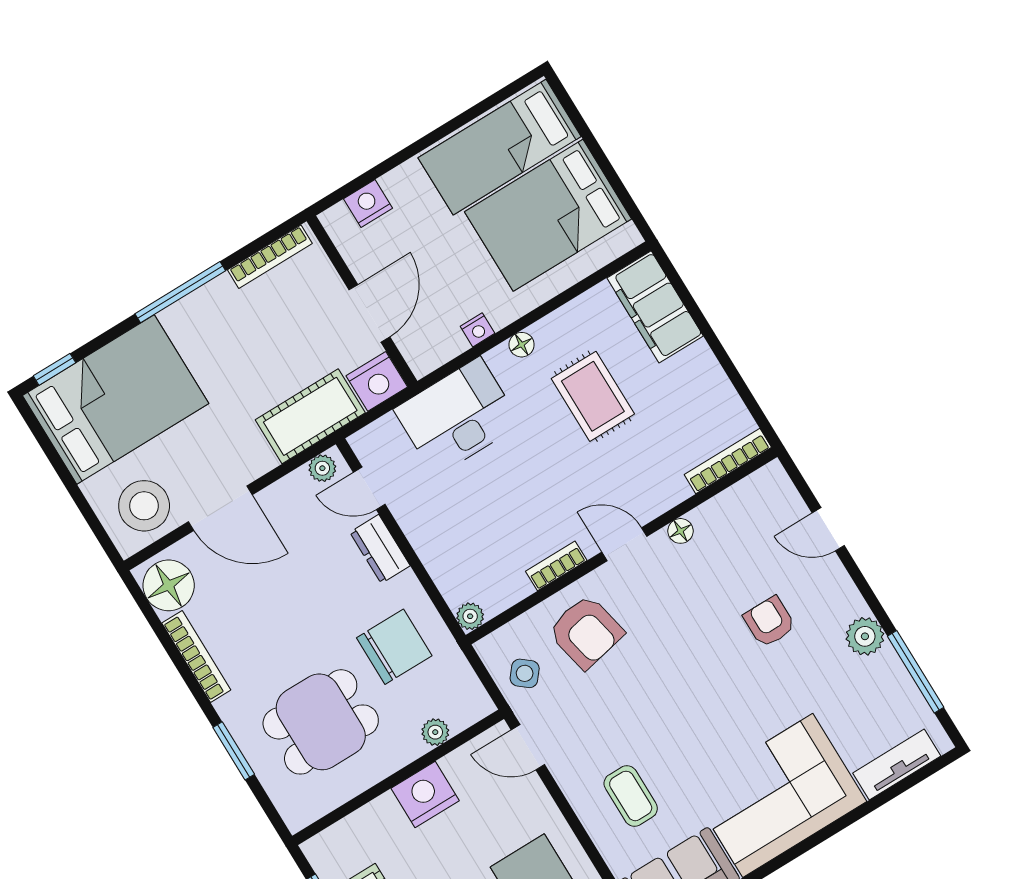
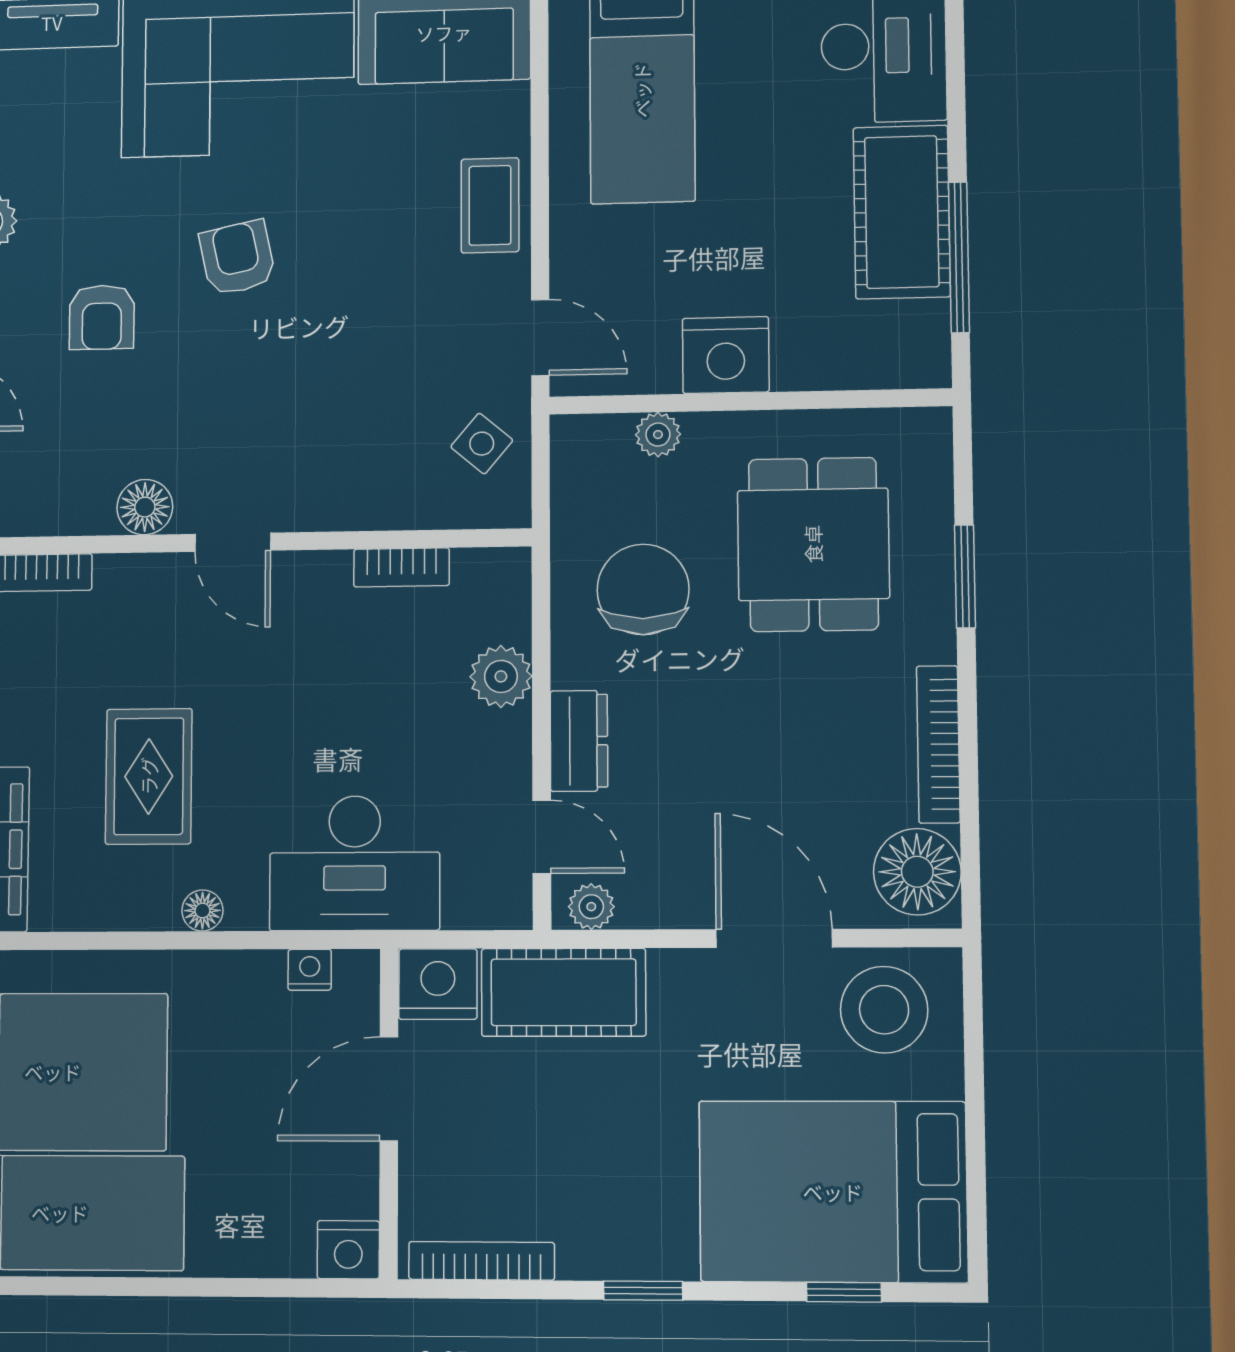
nightstand: (368, 203) -> (348, 1250), moved
window: (180, 292) -> (643, 1291), width x0.46
nightstand: (478, 330) -> (310, 970), moved
window: (54, 369) -> (844, 1292), moved
floor lamp: (680, 531) -> (145, 507), width x1.37, depth x1.37
bookcase: (556, 566) -> (401, 567), moved
plant: (470, 616) -> (501, 676), moved, width x1.38, depth x1.38
armchair: (586, 632) -> (237, 258), moved, width x0.72, depth x0.72
chair: (394, 647) -> (643, 590), turned 90
dining table: (321, 722) -> (813, 544), turned 90
coffee table: (631, 796) -> (490, 205), moved

